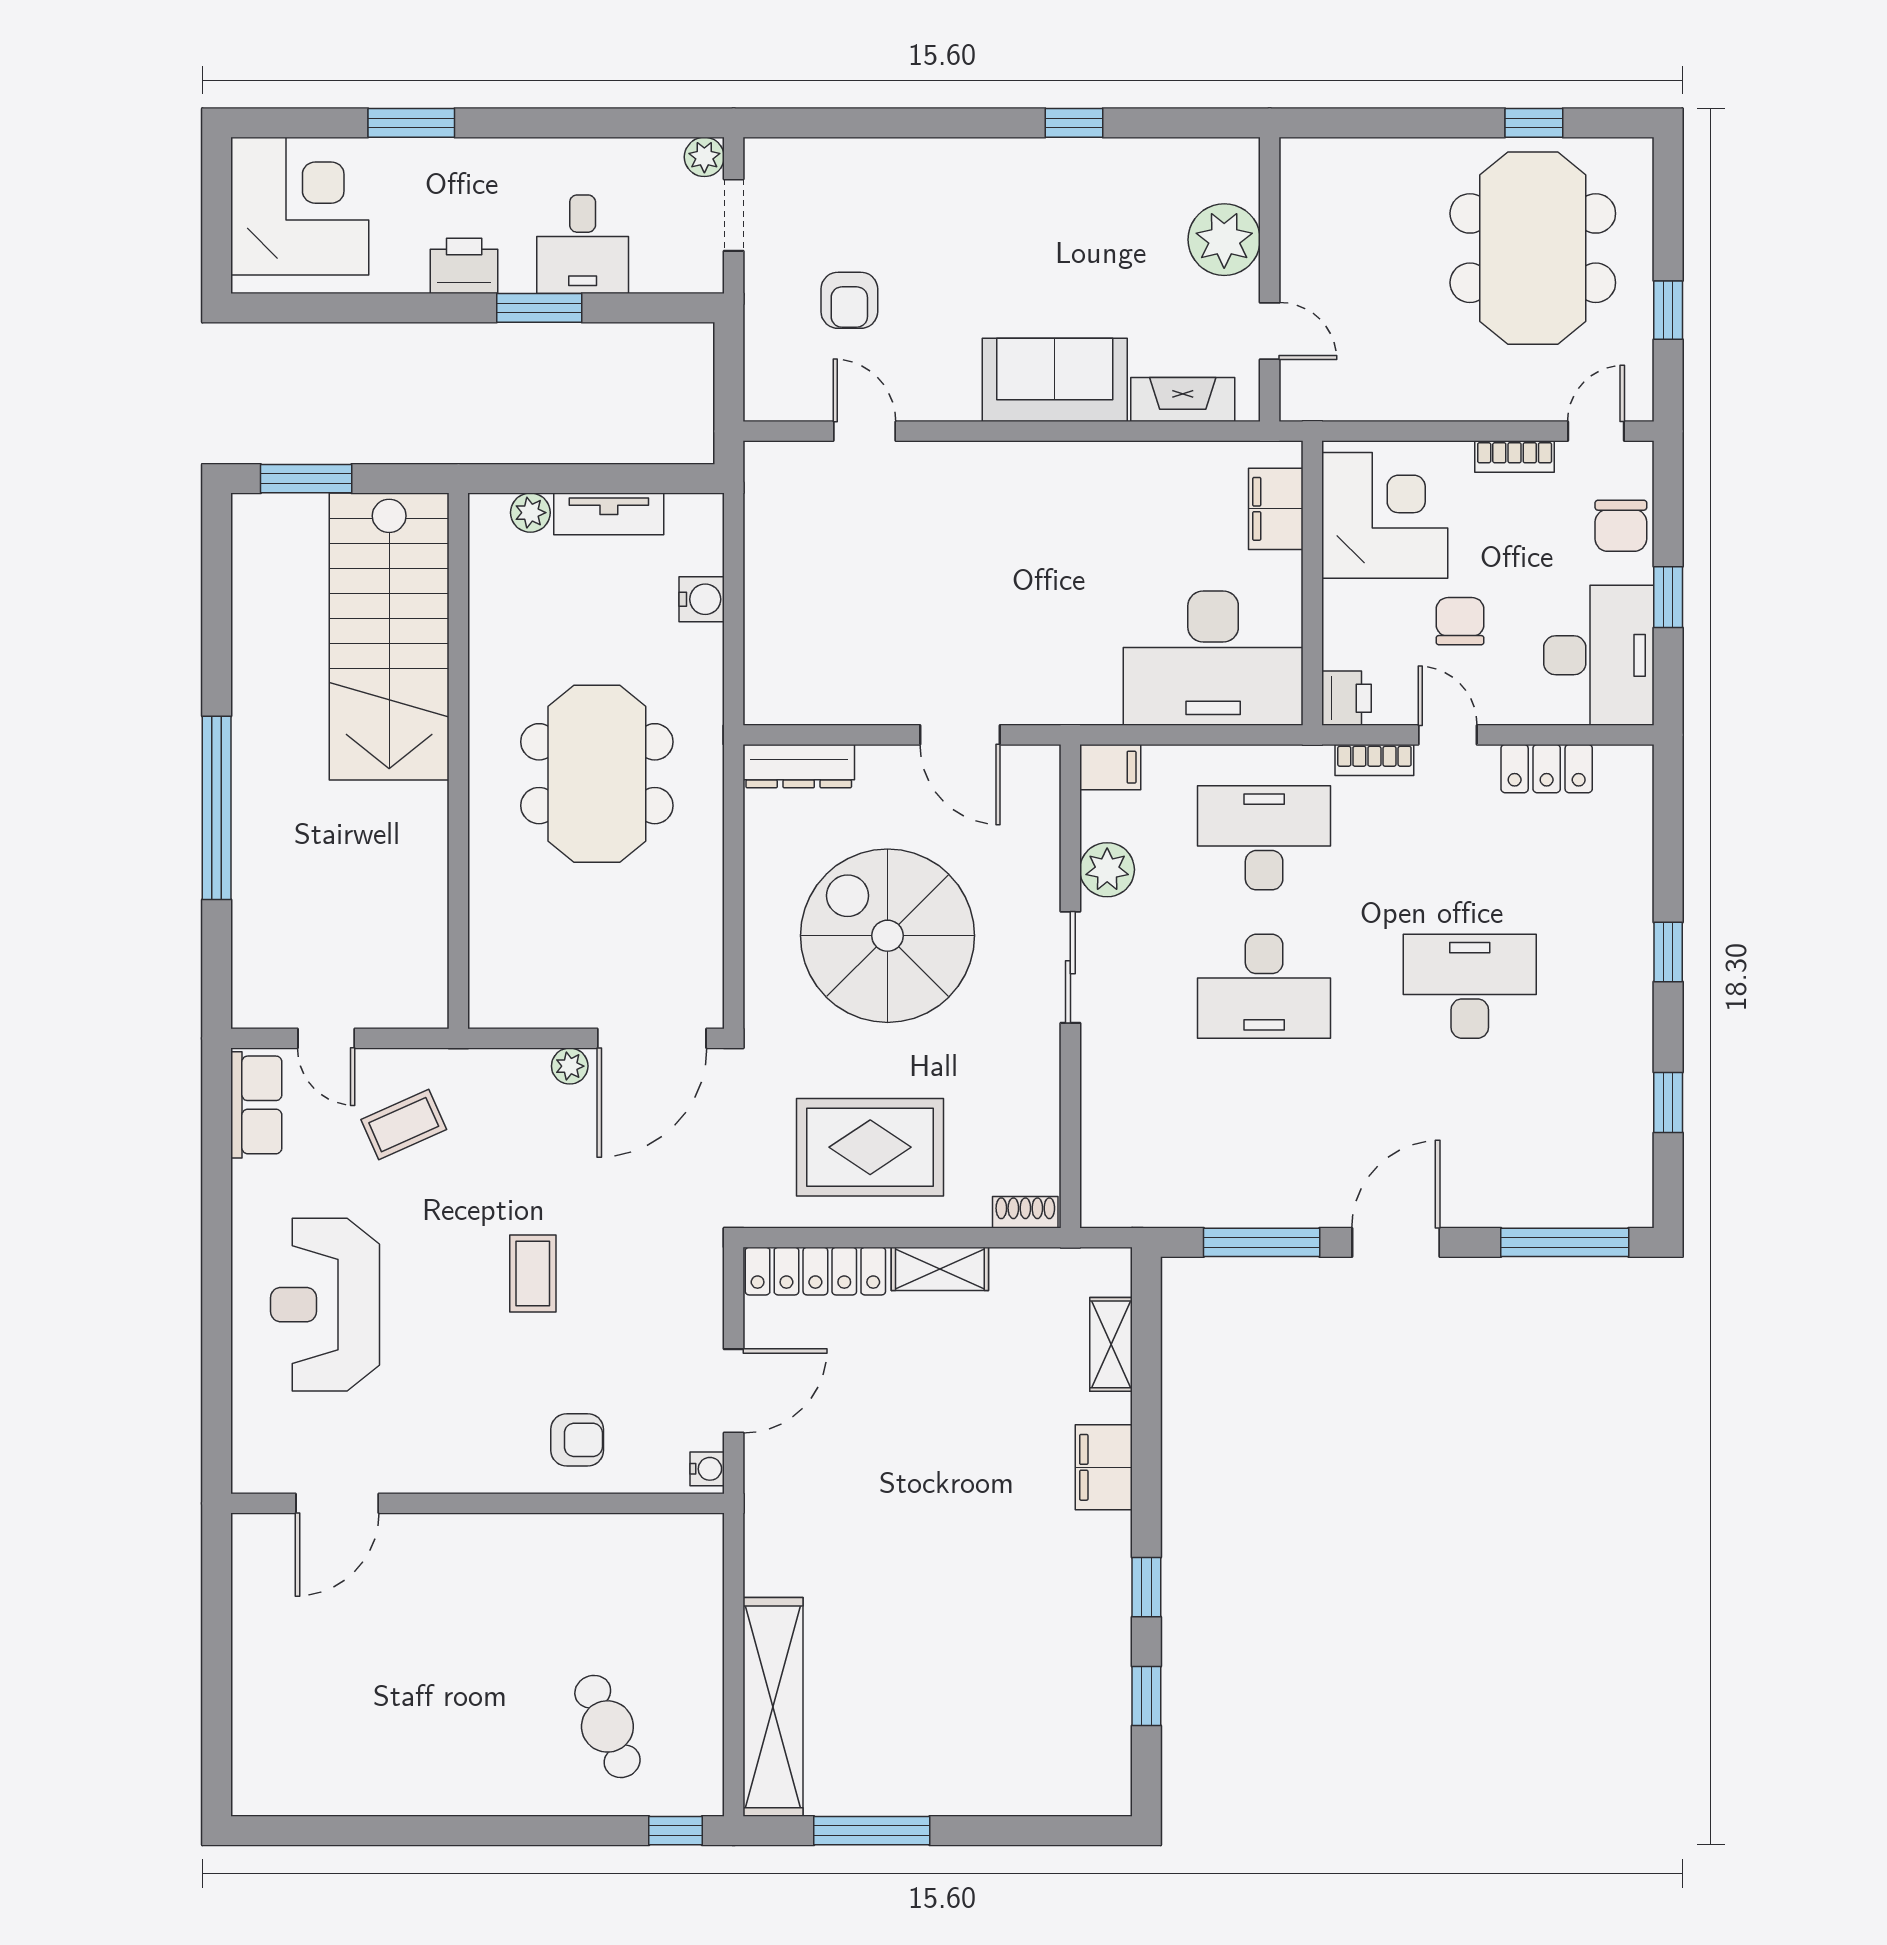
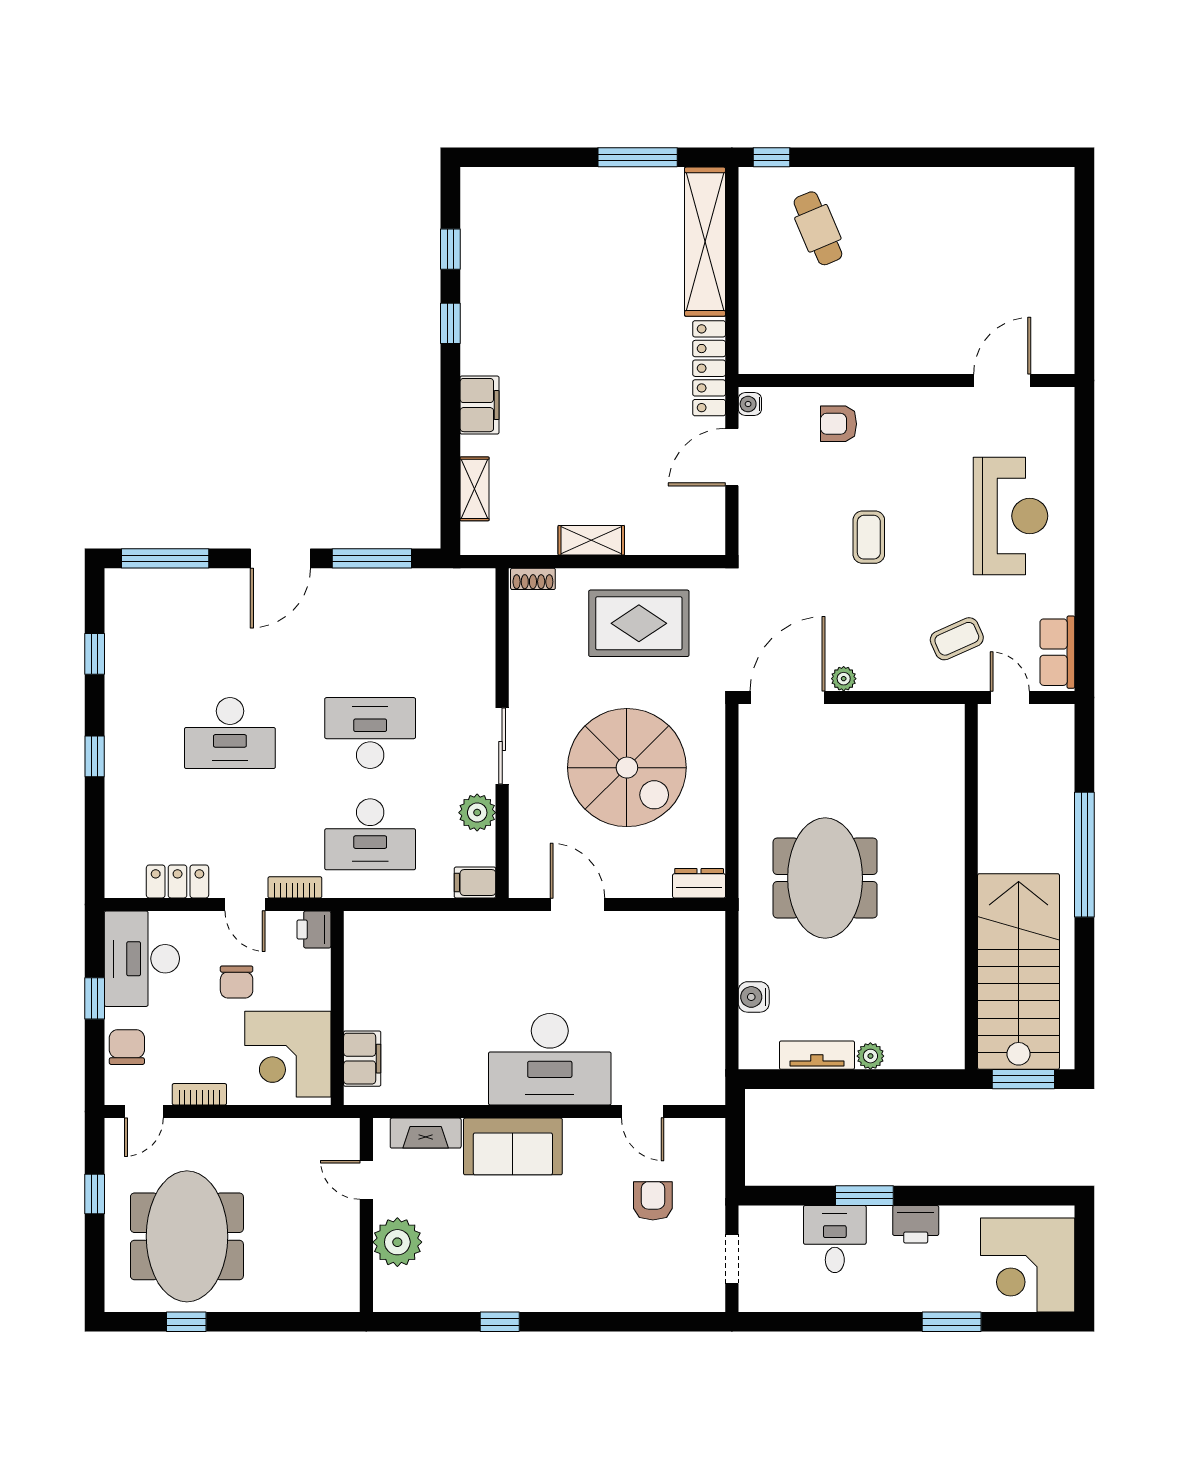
plant: (704, 157) -> (752, 1299), removed
stairs: (389, 637) -> (1019, 972), moved
desk: (1213, 658) -> (550, 1059), moved, turned 180
wall: (458, 761) -> (971, 887), moved
dresser: (799, 766) -> (699, 883), width x0.70
locker: (815, 1271) -> (709, 368), moved, turned -90

